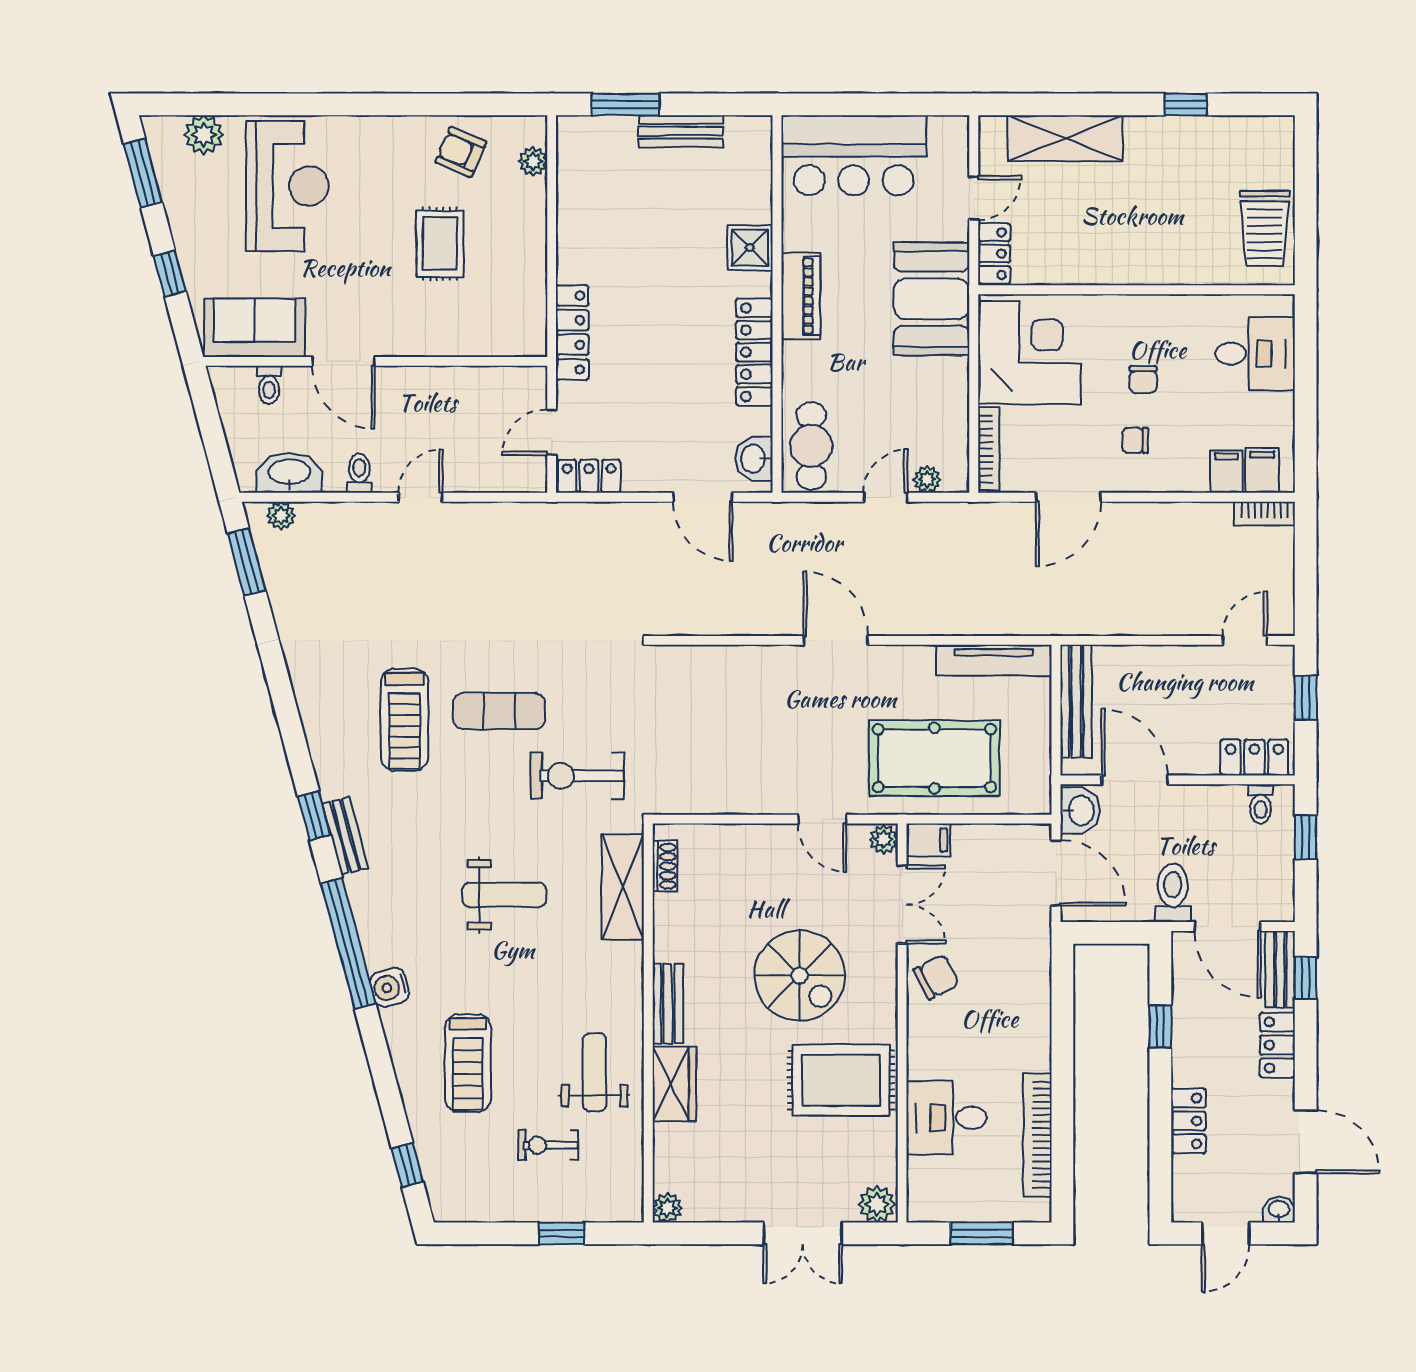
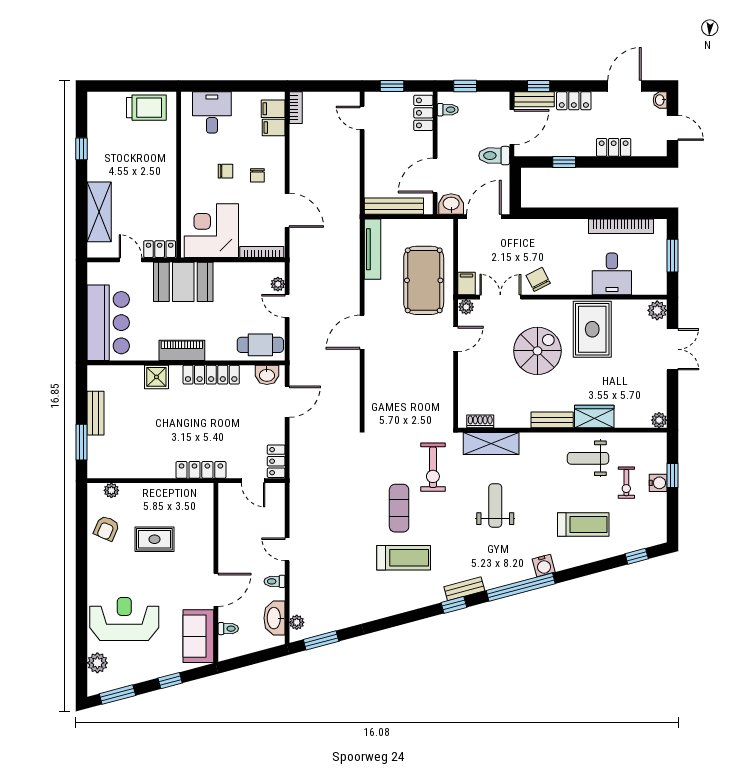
water cooler: (547, 1206) -> (658, 483), added

